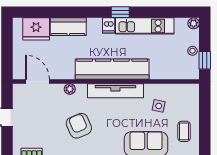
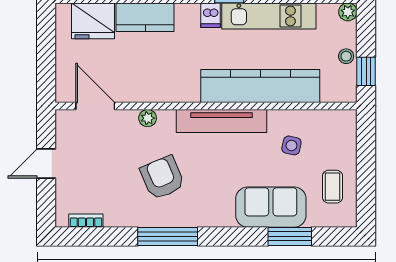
kitchen counter: (112, 69) -> (260, 86), moved

